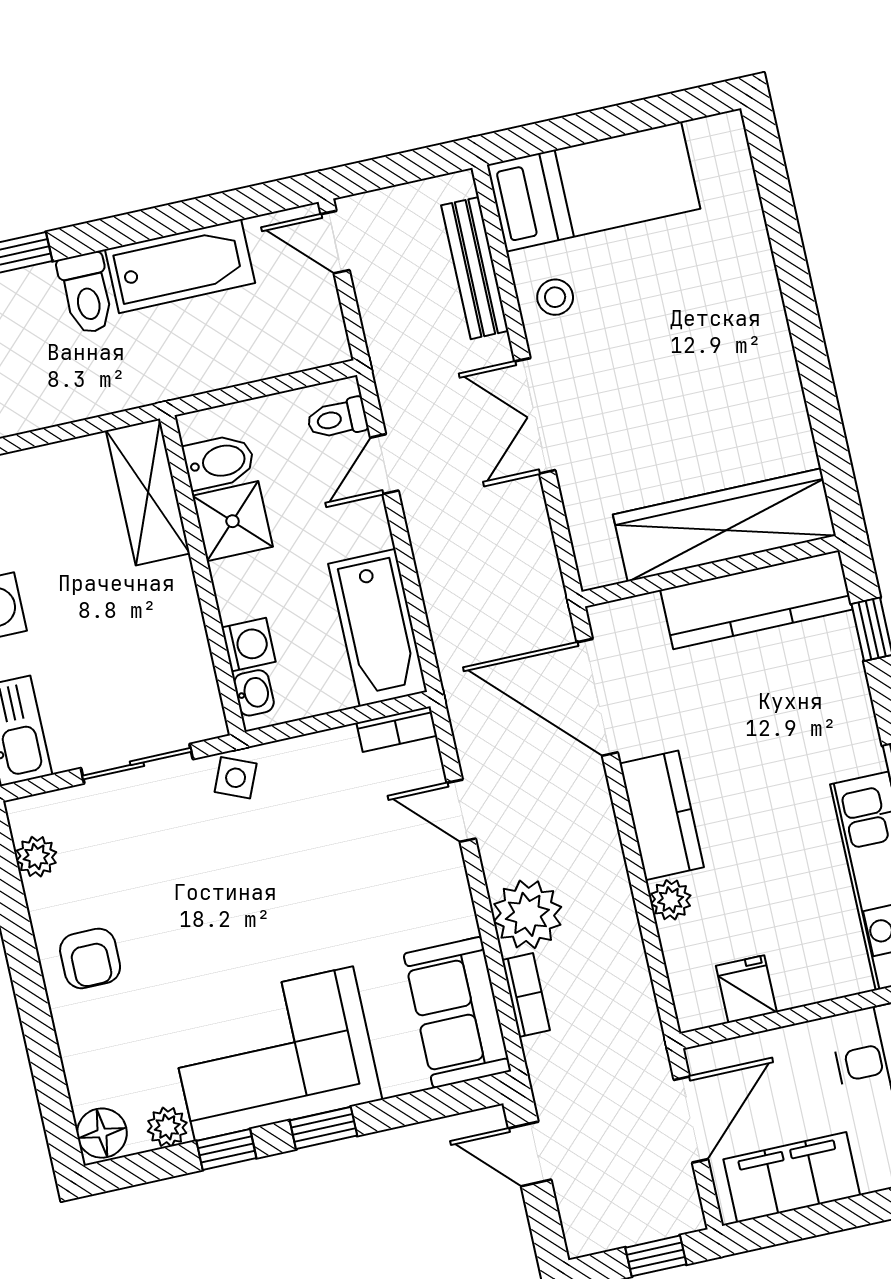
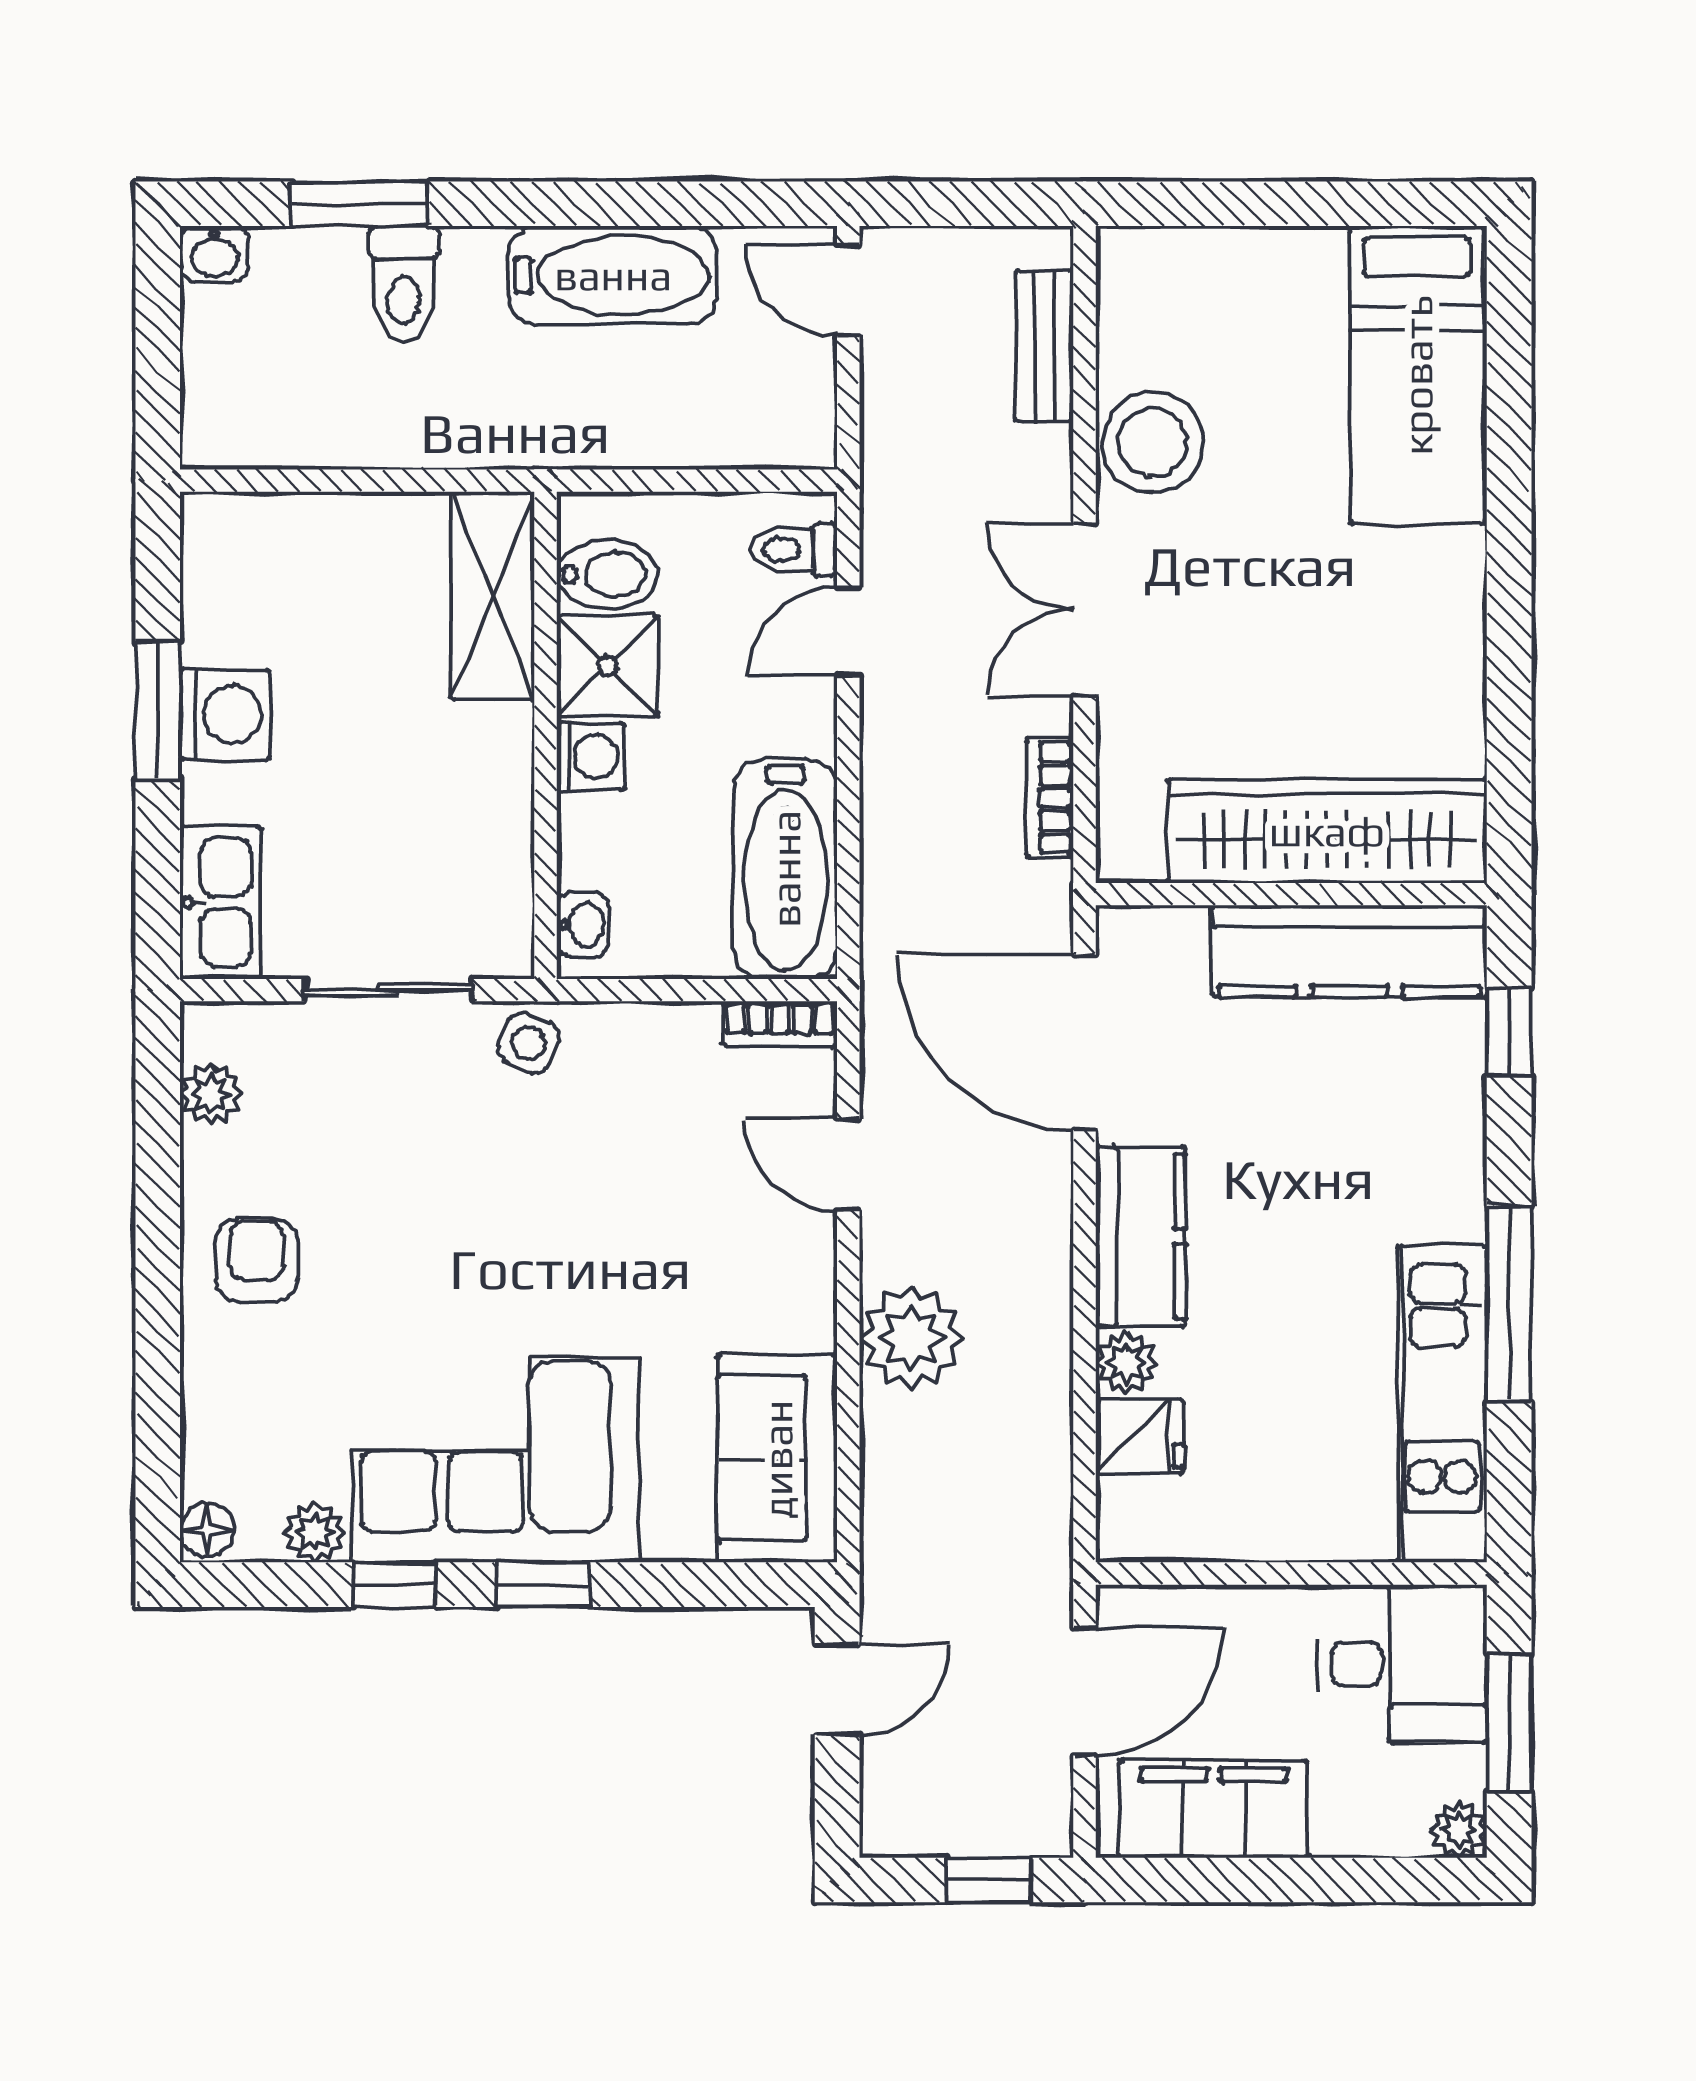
bed: (594, 187) -> (1417, 375), moved, turned 90
bench: (475, 268) -> (1045, 346), width x0.73
toilet: (86, 293) -> (404, 284), moved
stool: (555, 297) -> (1153, 442), width x1.89, depth x1.89
washing machine: (249, 645) -> (591, 757), moved
armchair: (90, 958) -> (256, 1260), turned 180
fridge: (746, 989) -> (1140, 1437), moved, turned 90
bookcase: (526, 995) -> (1050, 798), moved, turned 180
floor lamp: (102, 1133) -> (207, 1530), width x0.73, depth x0.73
door: (530, 1154) -> (837, 1690), swing flipped

